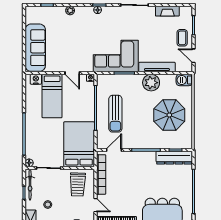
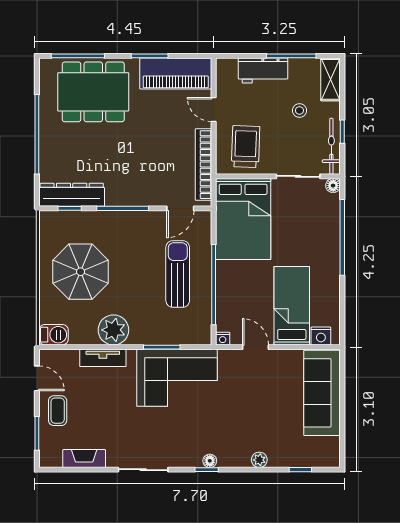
tv unit: (157, 67) -> (103, 358), width x0.71

